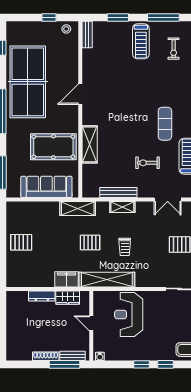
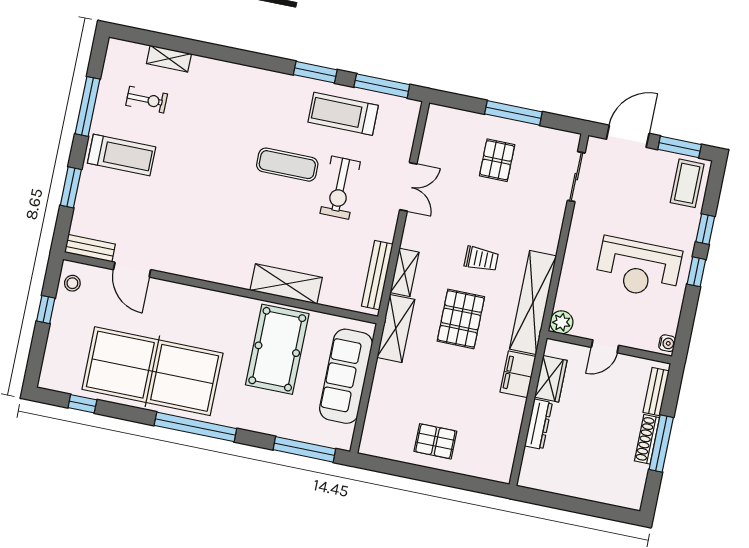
door: (80, 94) -> (132, 270), moved
exercise mat: (165, 124) -> (287, 165), moved
exercise bike: (147, 163) -> (340, 188), width x1.38, depth x1.39
bench: (118, 193) -> (377, 275), moved
double door: (168, 200) -> (408, 187), moved
shelving: (122, 207) -> (405, 272), moved
pallet: (21, 242) -> (435, 441), turned 90
pallet: (90, 243) -> (461, 319), width x1.50, depth x1.42
plant: (99, 297) -> (561, 322), added
reception desk: (129, 314) -> (638, 268), moved
window: (65, 364) -> (661, 444), moved

